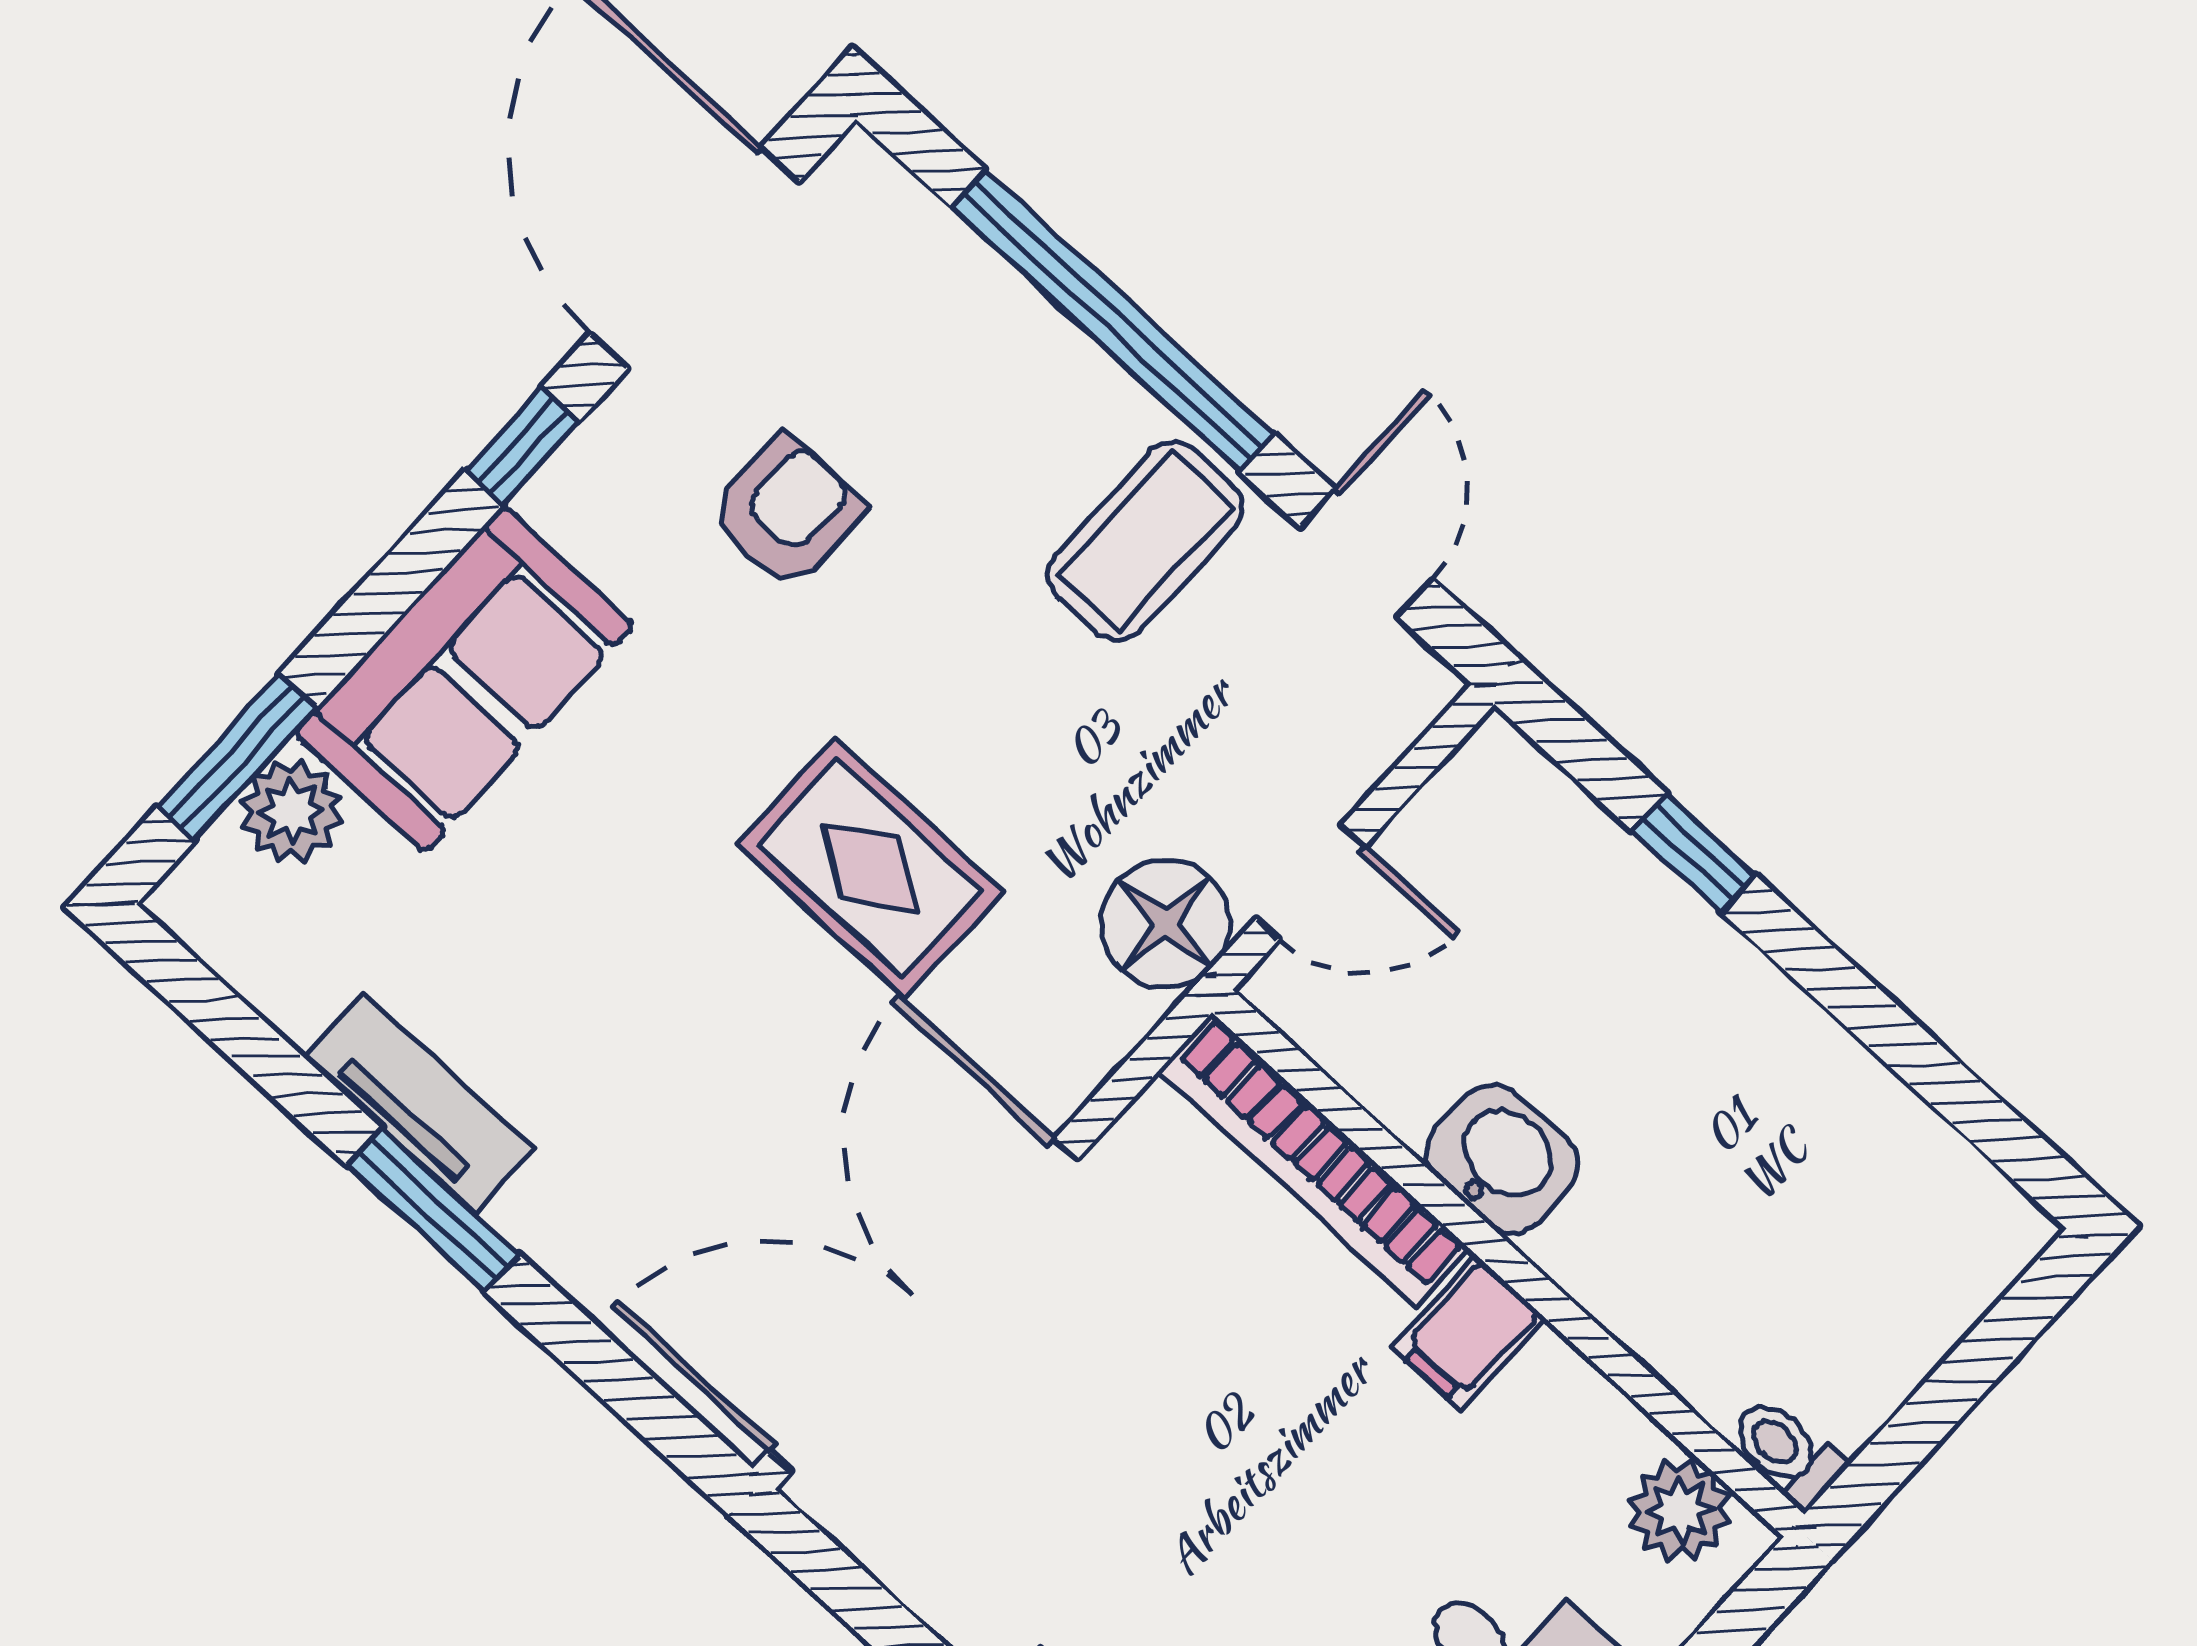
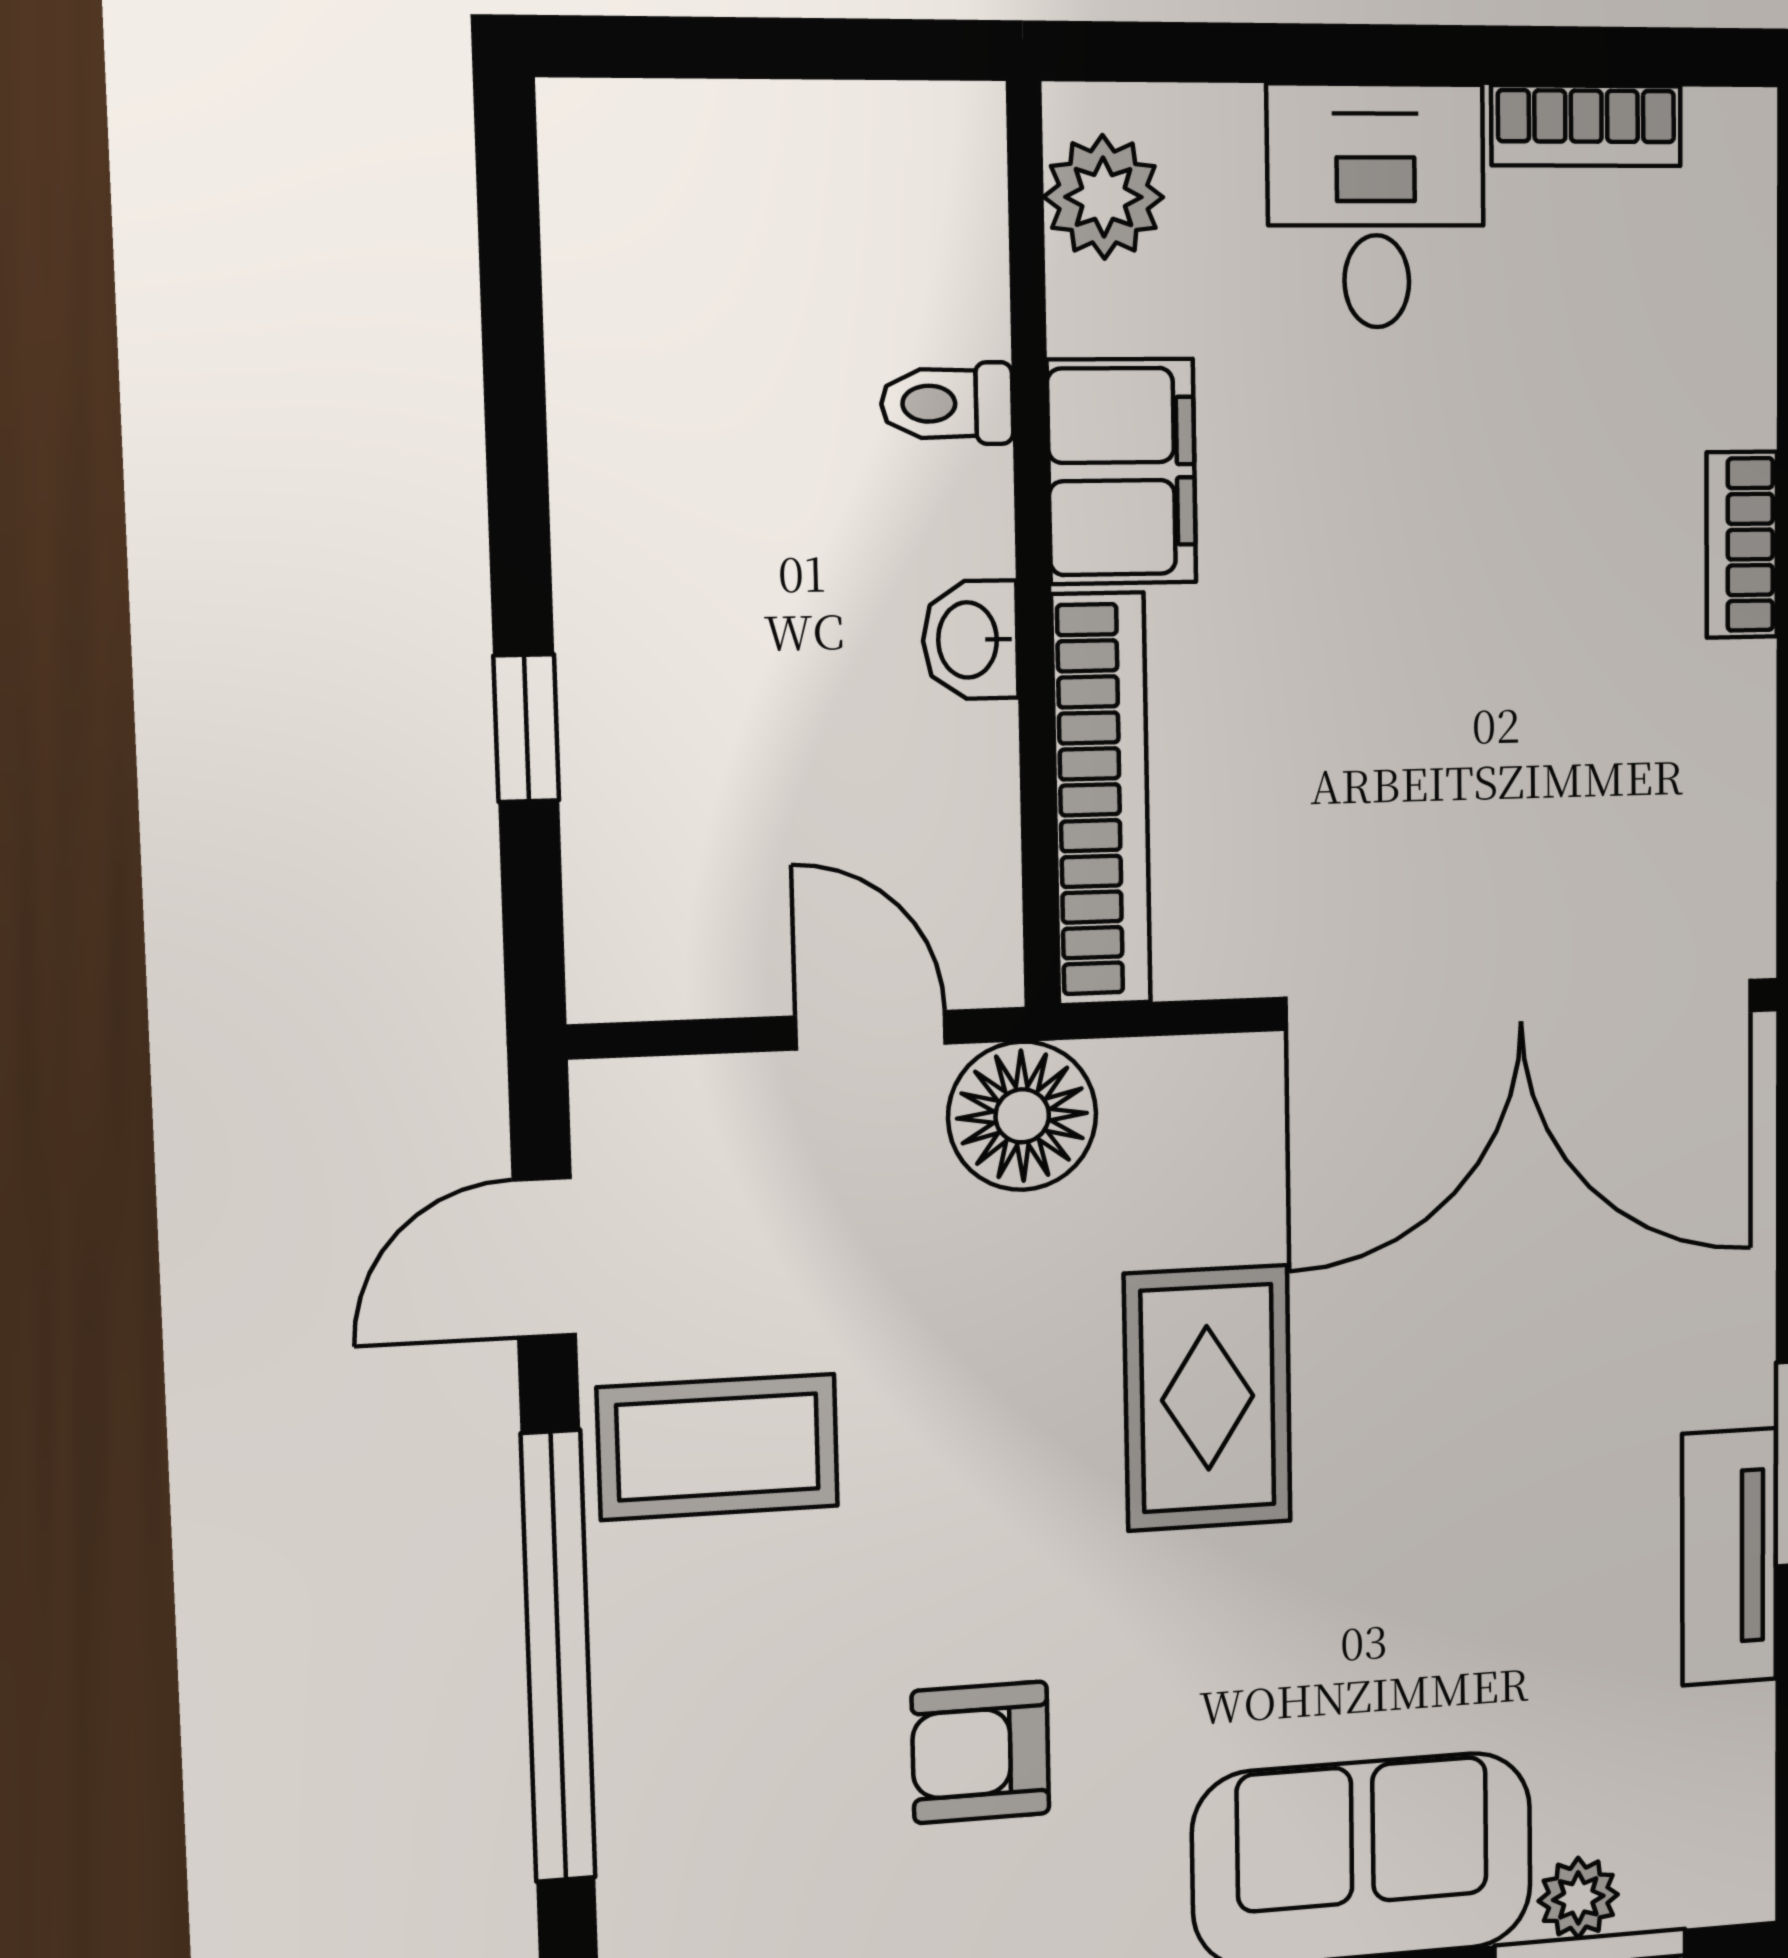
plant: (291, 811) -> (1578, 1898), width x0.73, depth x0.73
washbasin: (1502, 1159) -> (970, 640), width x0.72, depth x0.69
filing cabinet: (1469, 1333) -> (1122, 471), width x2.00
toilet: (1787, 1452) -> (947, 403), moved, turned 90

